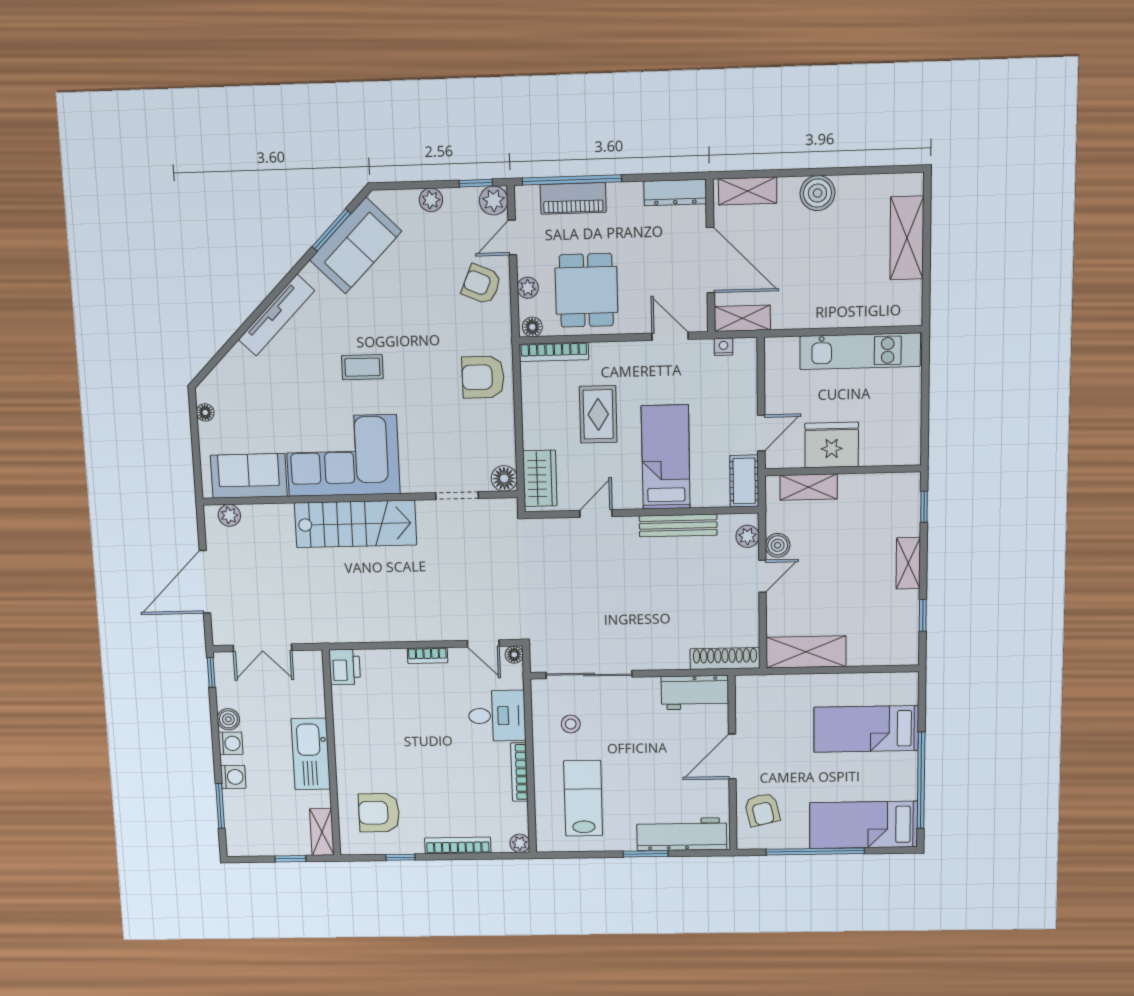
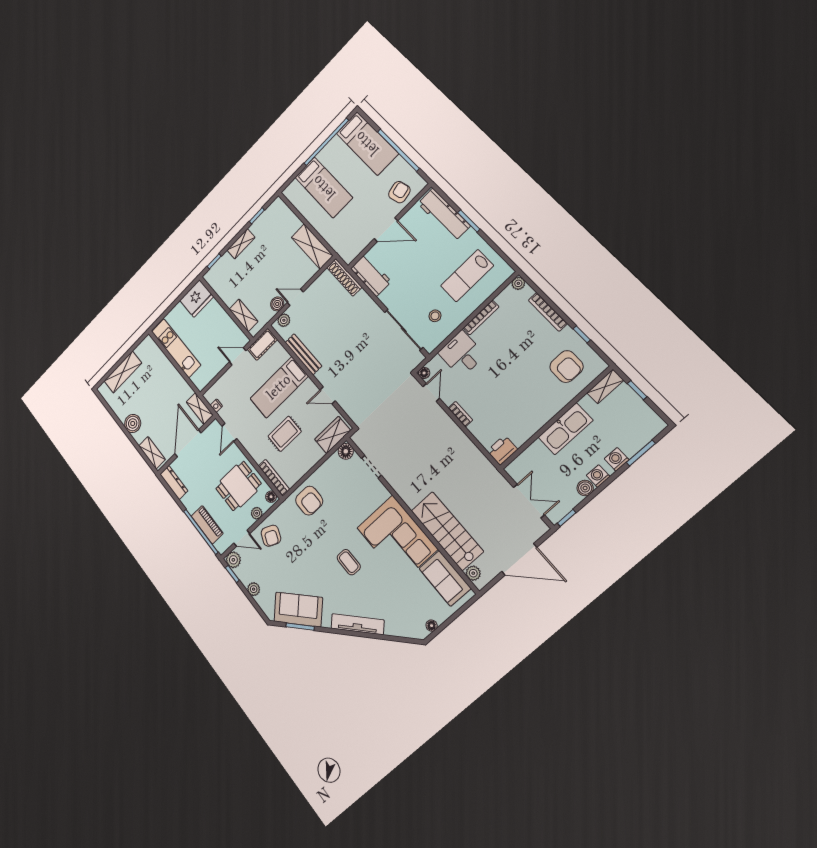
fridge: (832, 445) -> (197, 298), moved, turned -90
stairs: (355, 524) -> (447, 531), moved

